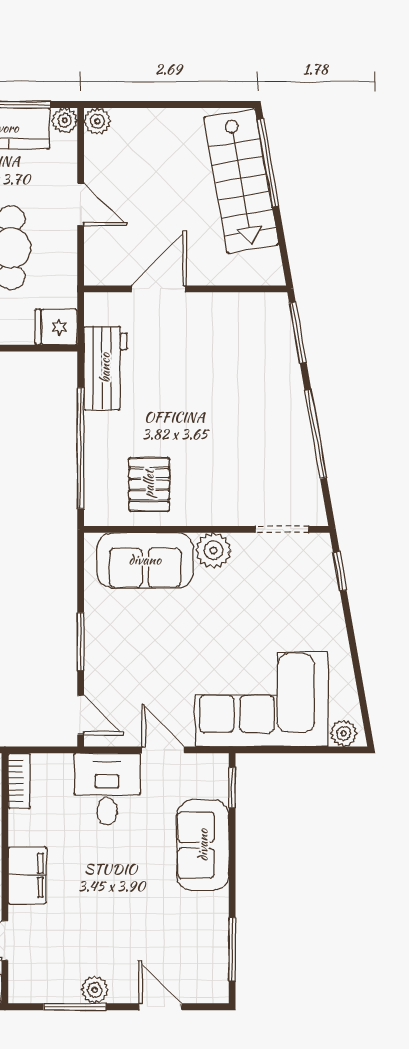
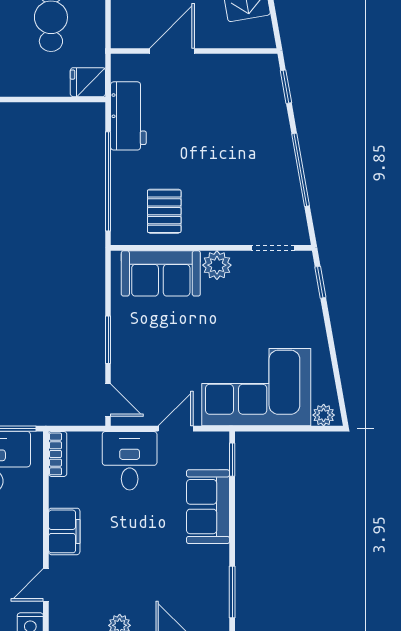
window: (298, 332) -> (286, 87), width x0.67
door: (163, 750) -> (176, 429), hinge flipped

